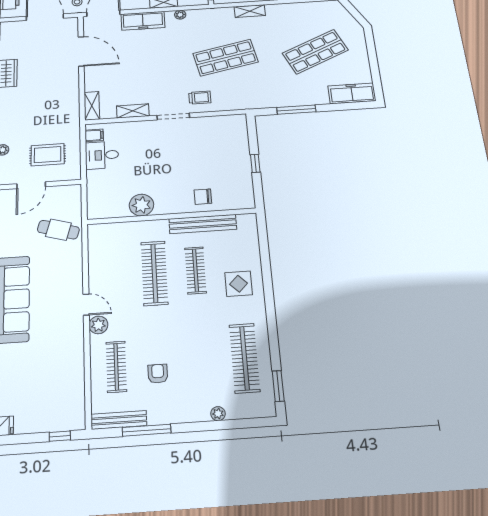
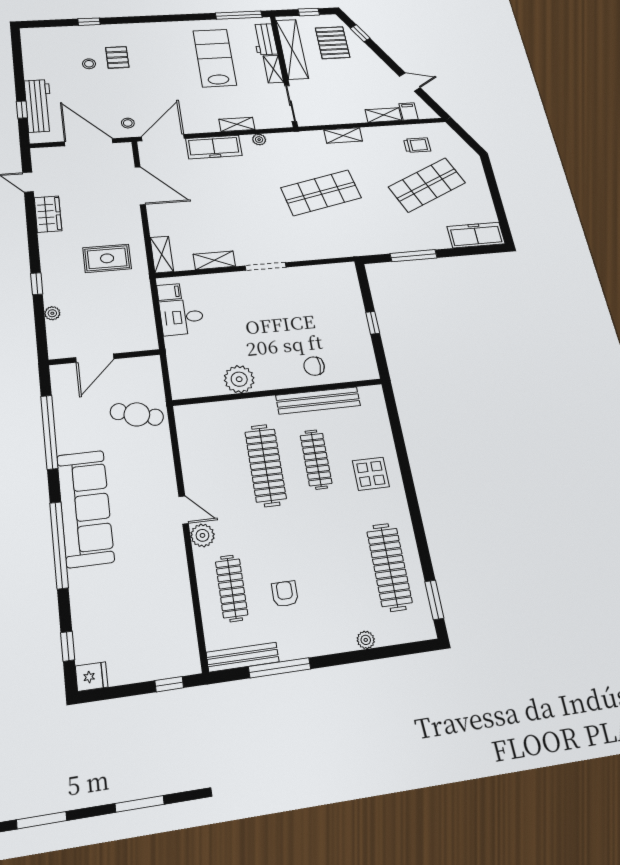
trolley: (200, 98) -> (417, 145), moved
rug: (48, 155) -> (107, 258), moved

